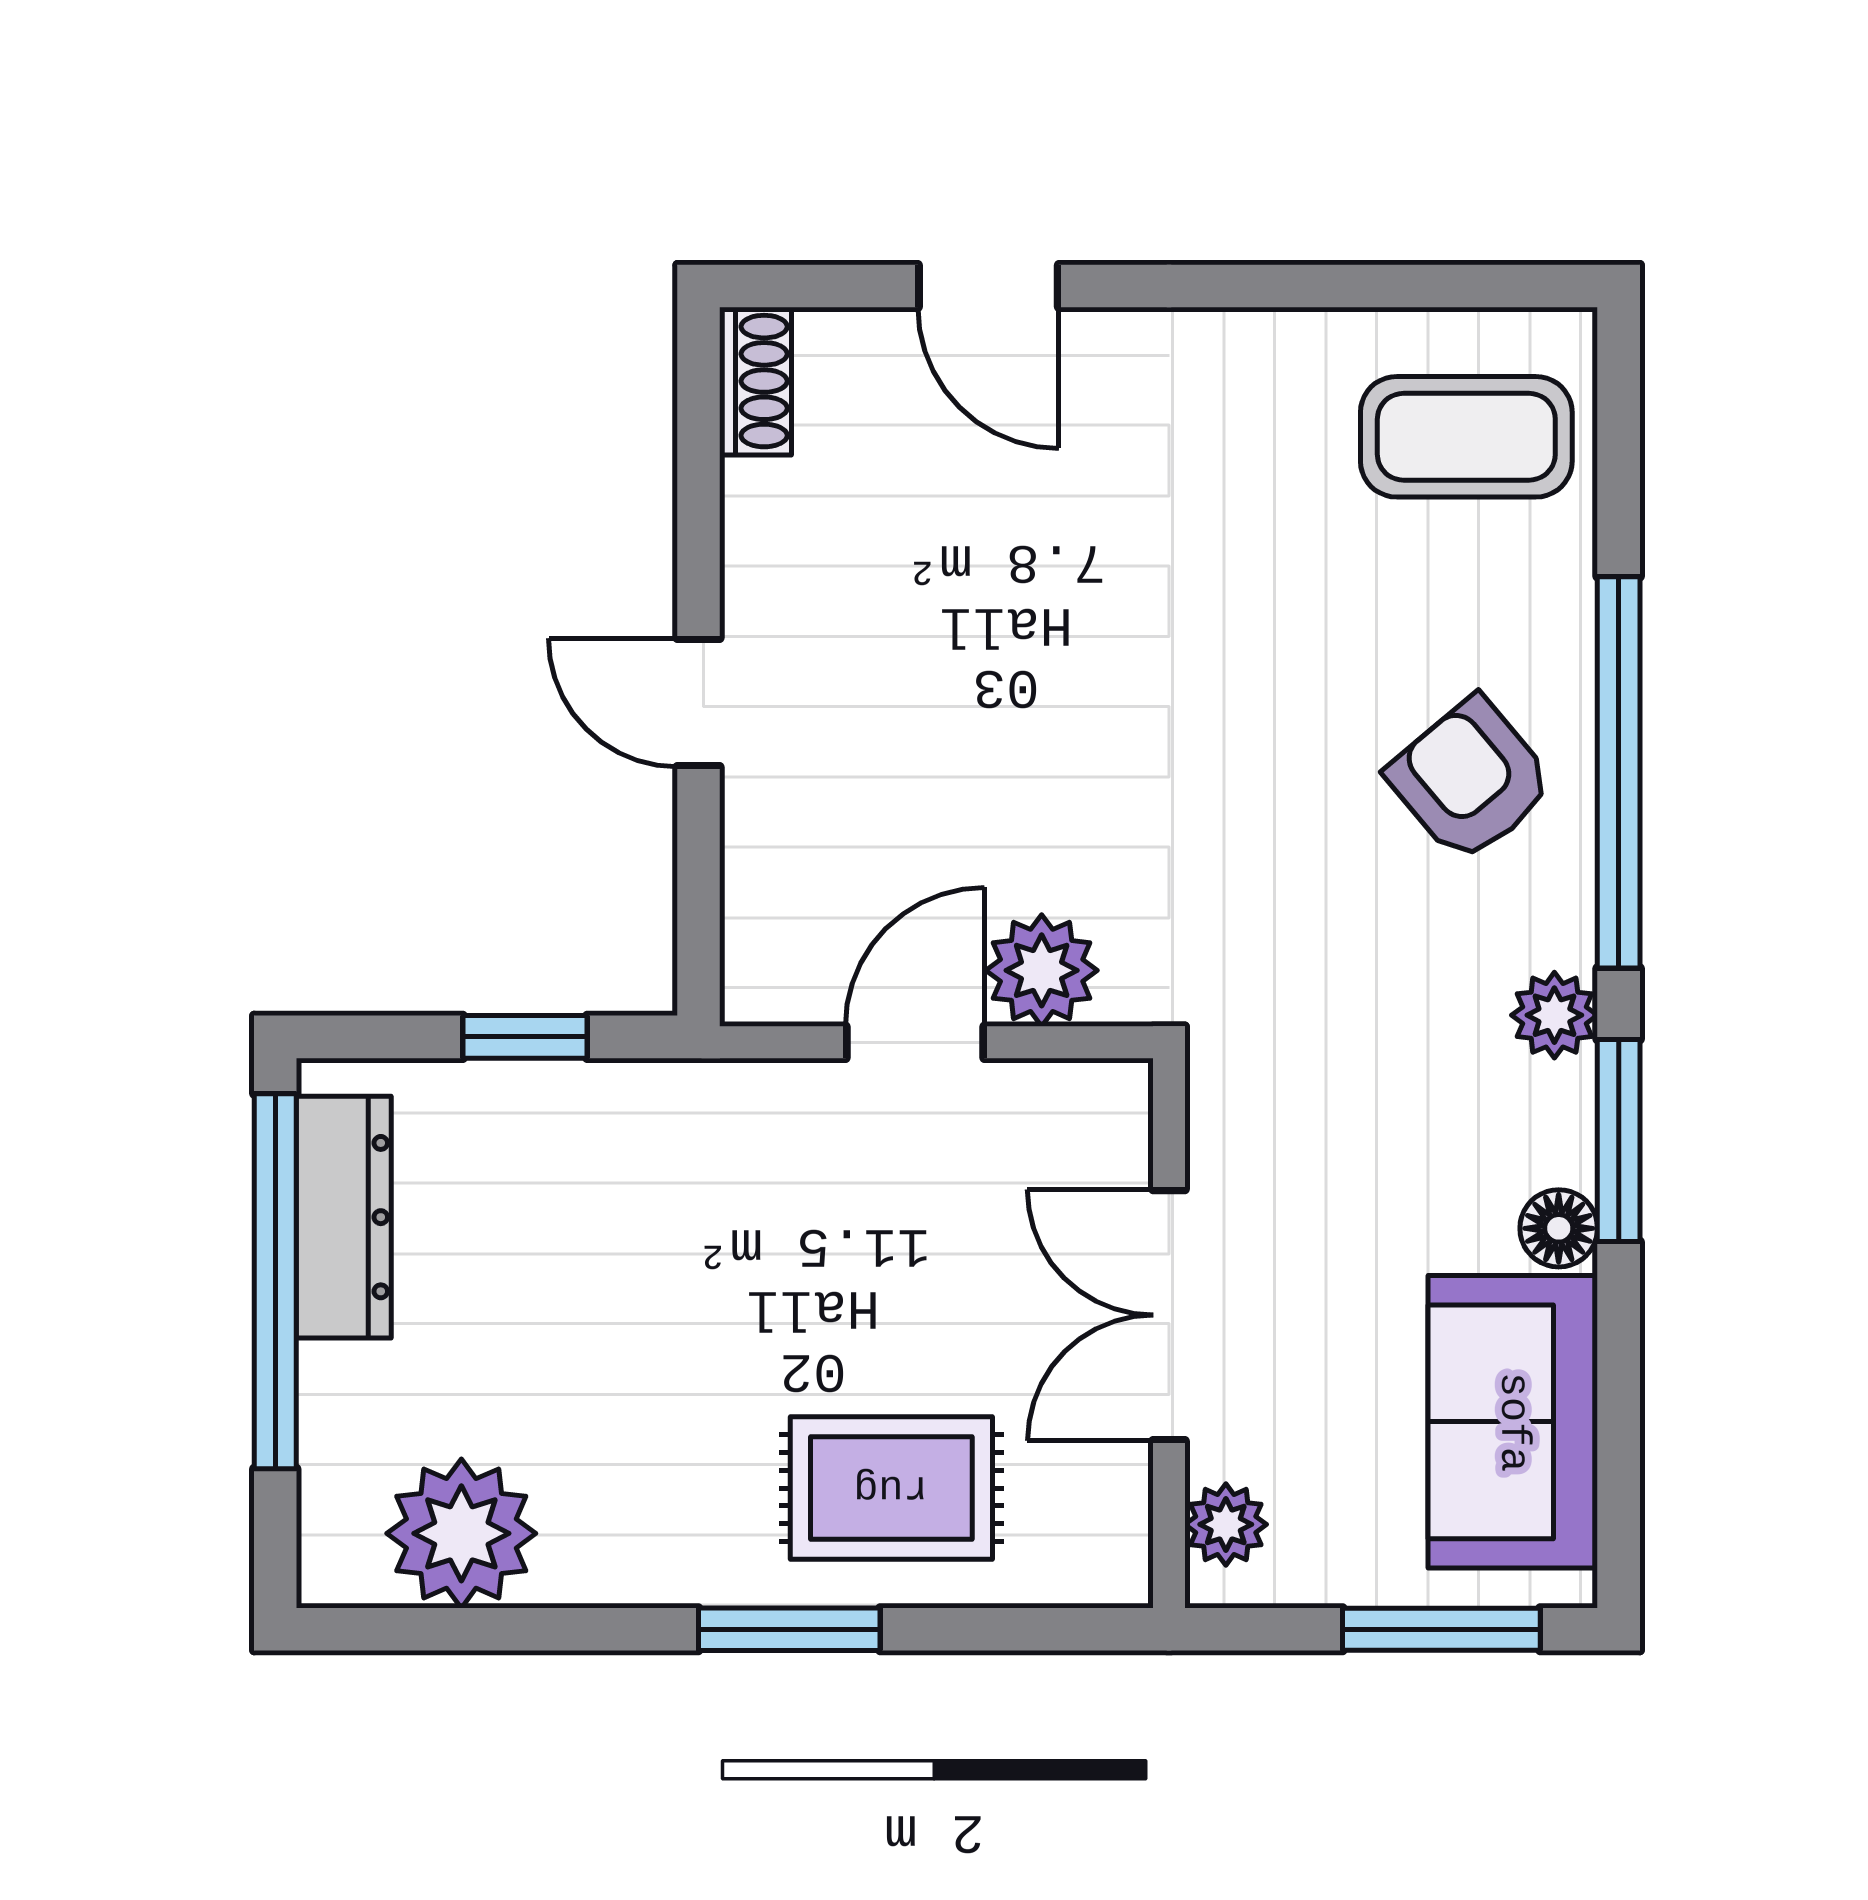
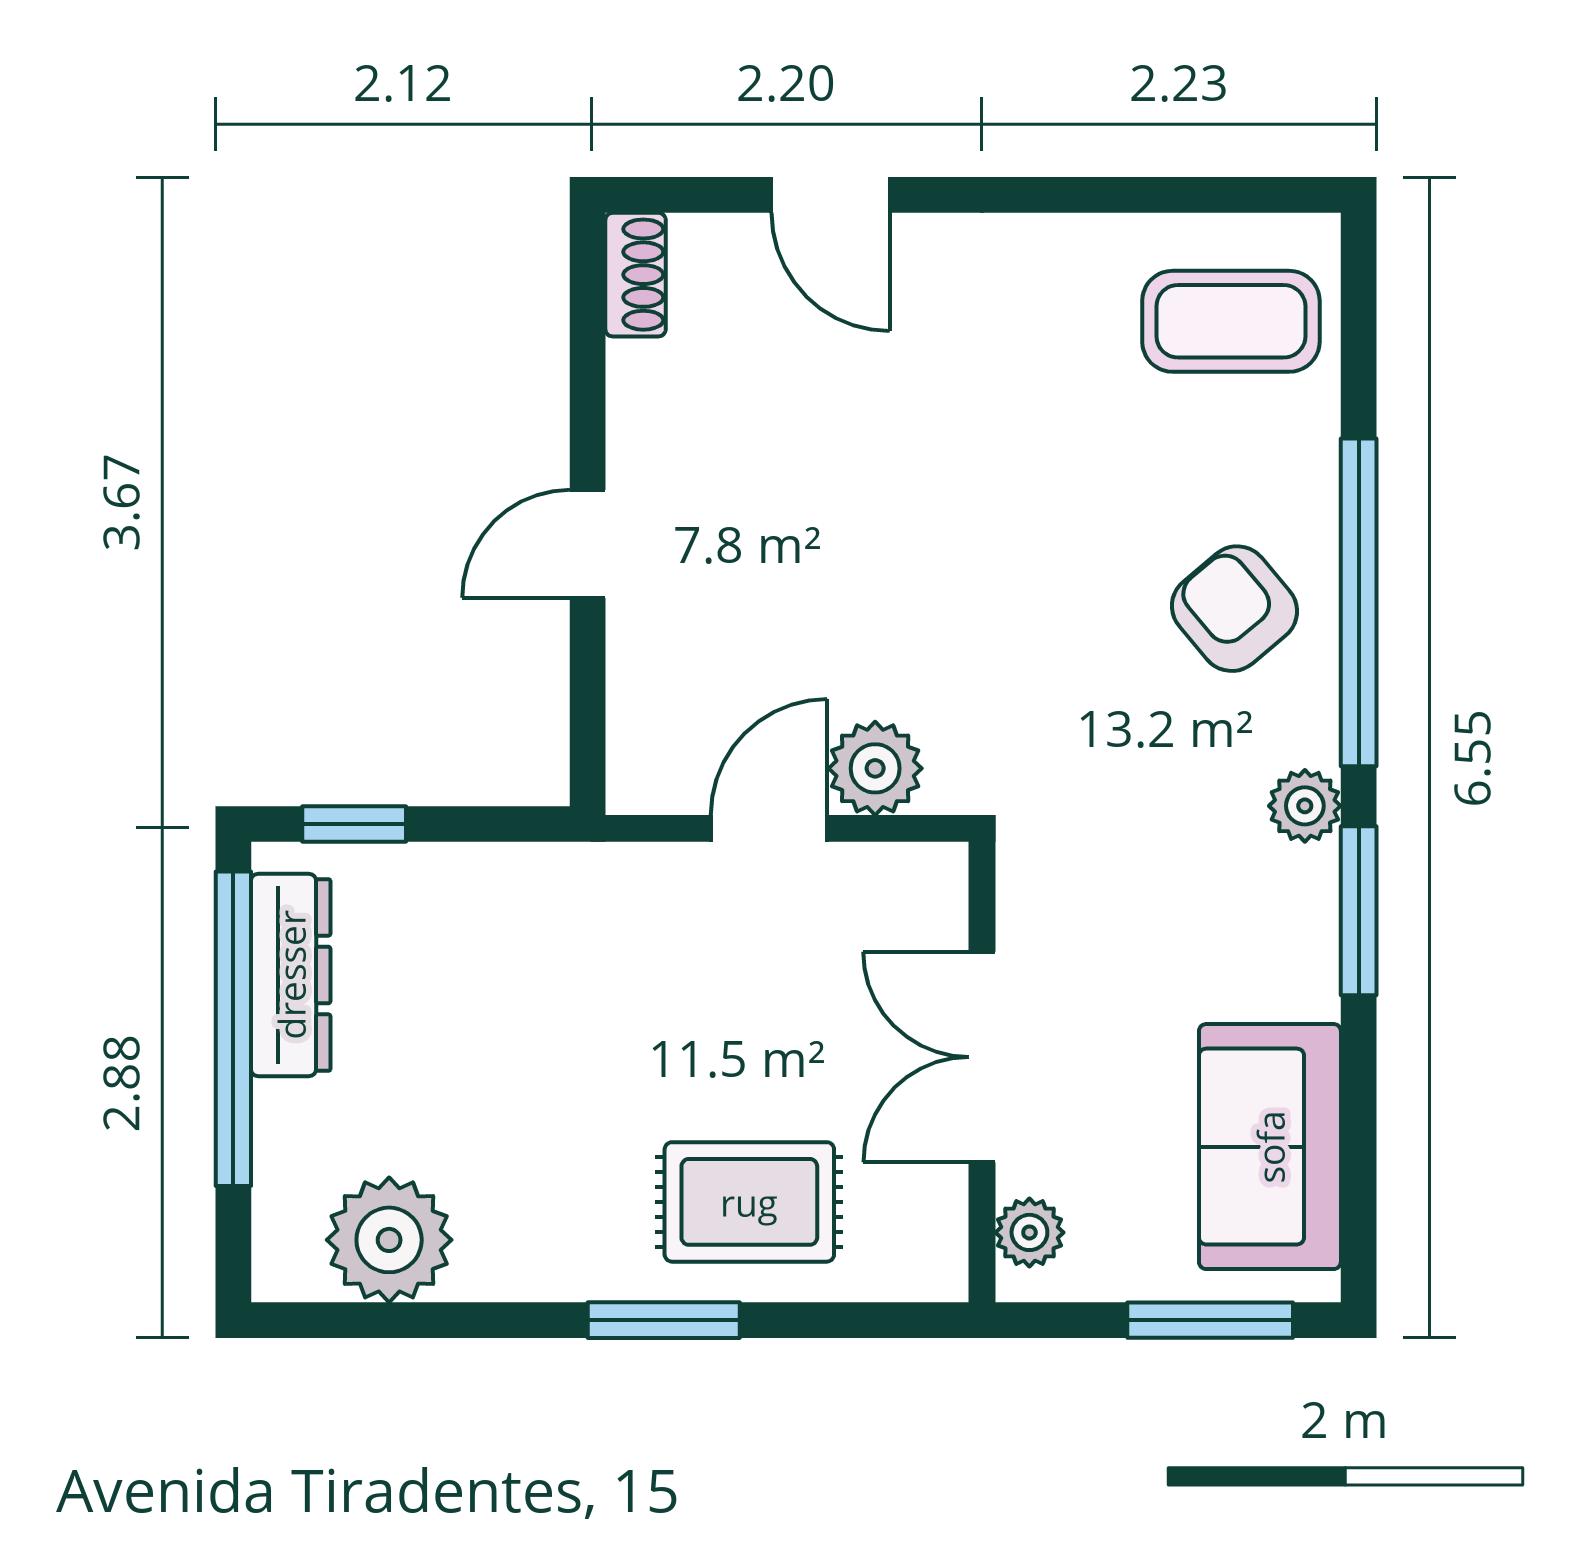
door: (698, 702) -> (588, 544), hinge flipped
window: (525, 1037) -> (354, 824), moved
floor lamp: (1559, 1228) -> (1308, 984), removed

